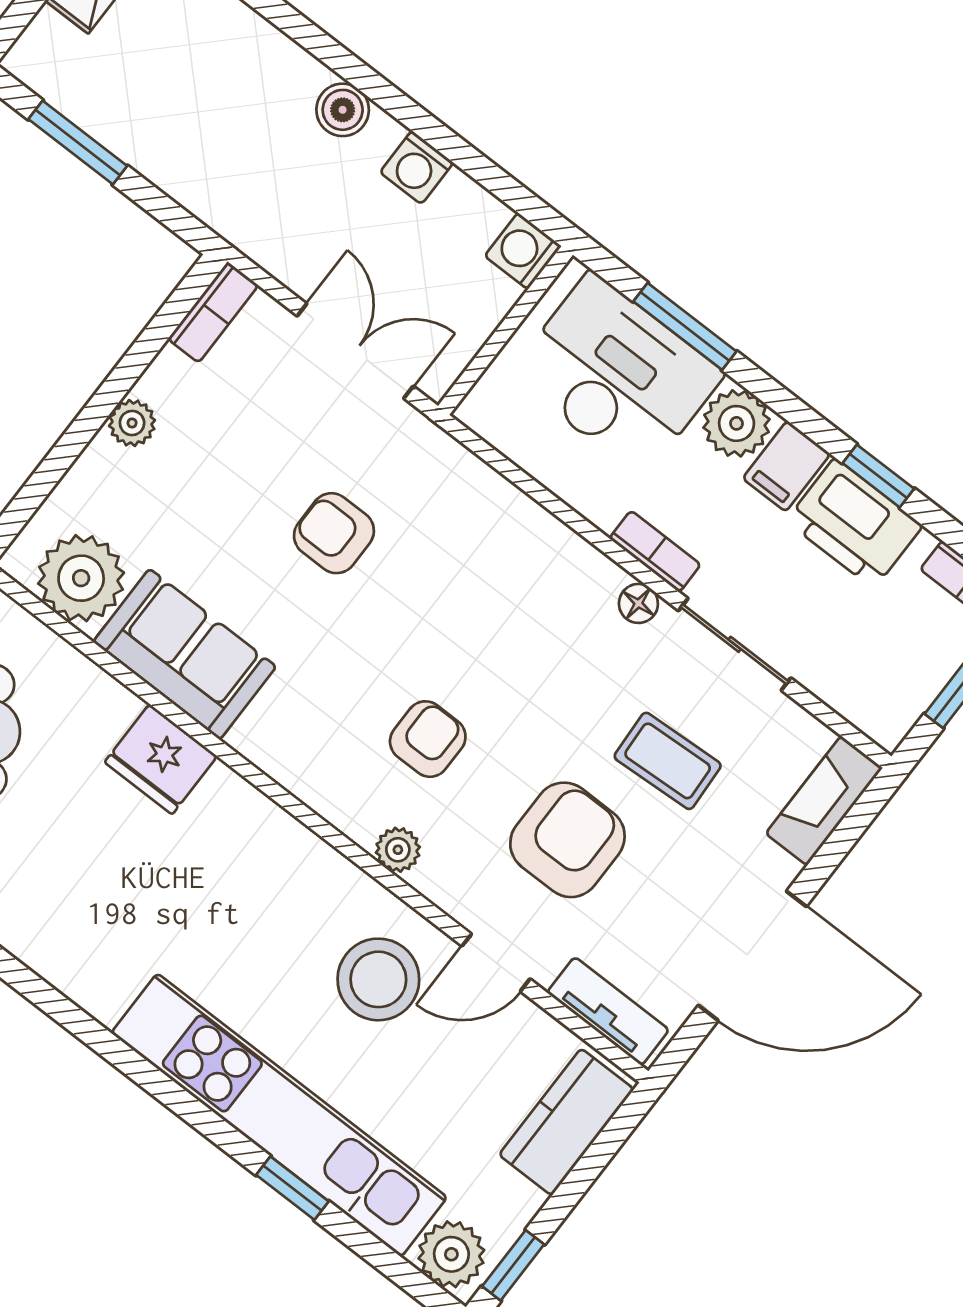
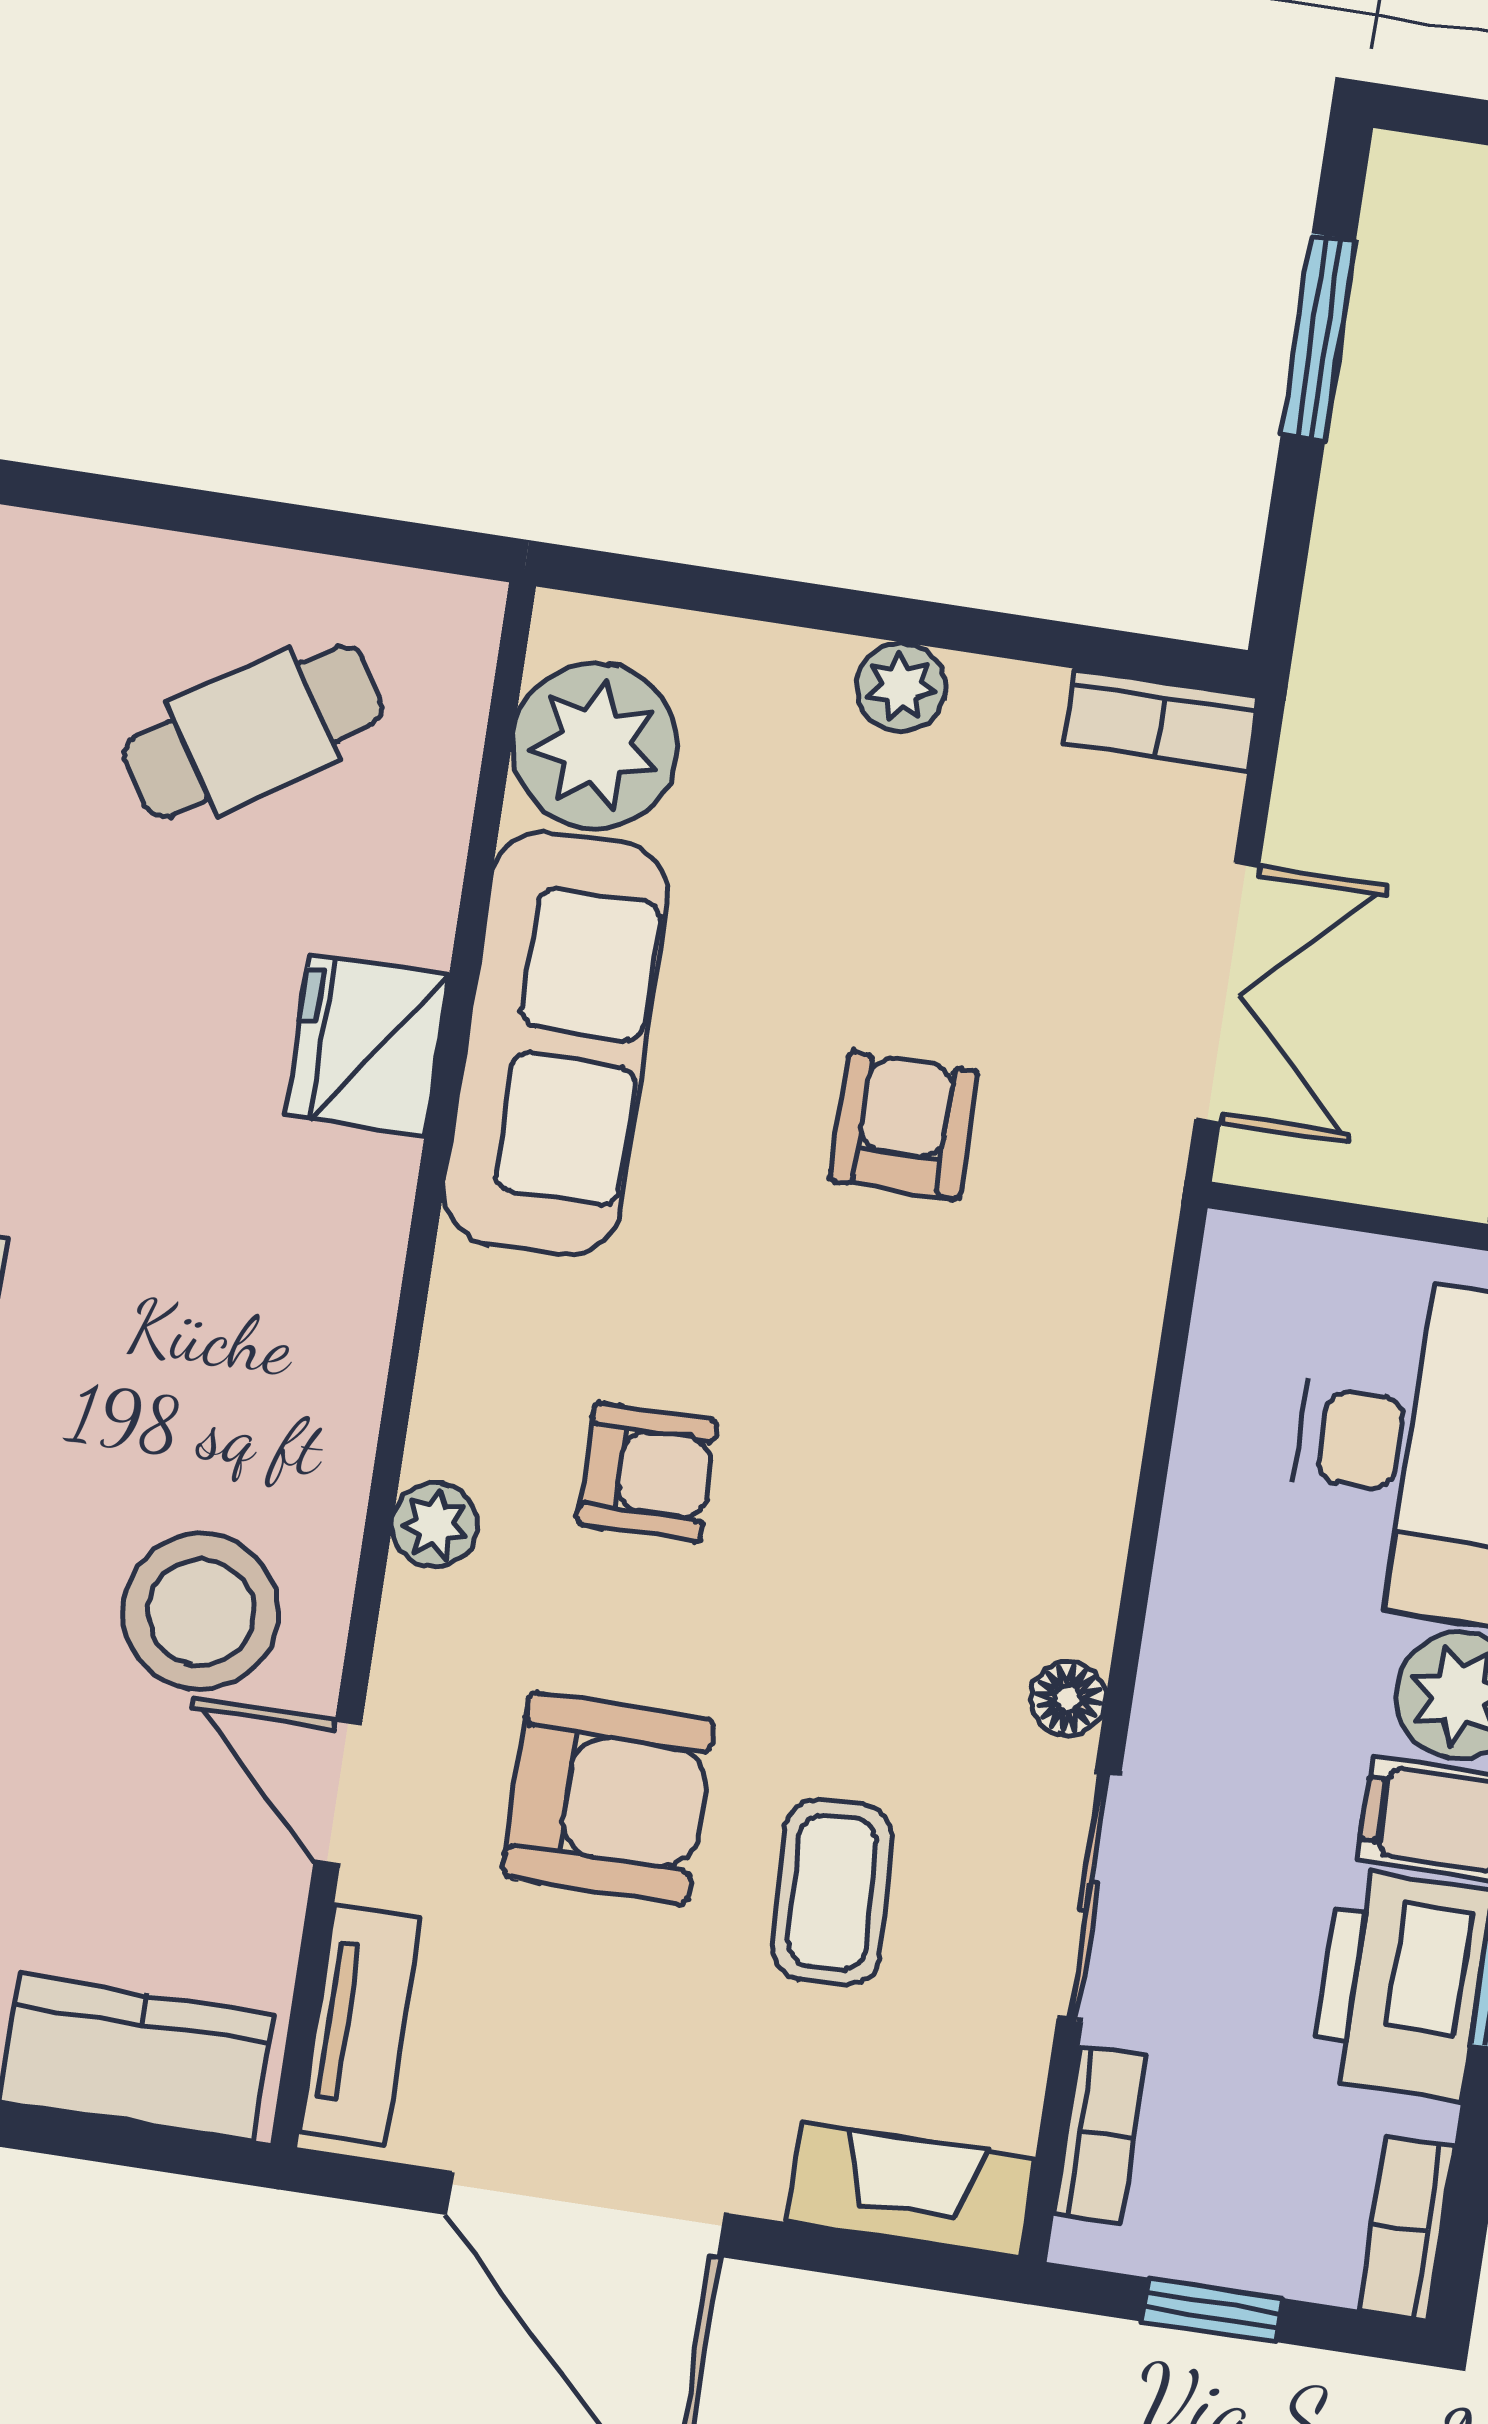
bookcase: (655, 551) -> (1100, 2134), moved
sofa: (185, 654) -> (555, 1043), width x1.36

